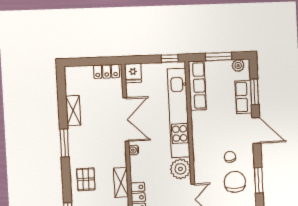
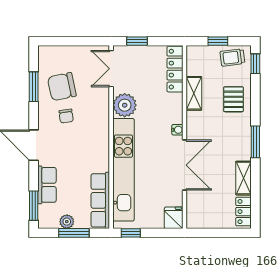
plant: (238, 65) -> (67, 222), moved
locker: (107, 71) -> (244, 212), moved, turned -90
window: (254, 92) -> (34, 206), moved
double door: (126, 120) -> (185, 165), swing flipped
chair: (235, 182) -> (62, 87), turned 78

